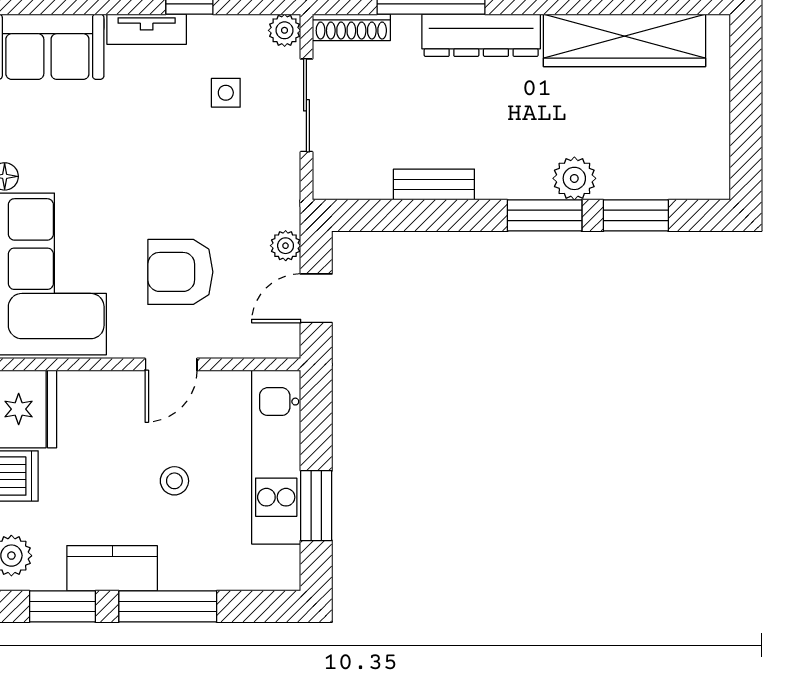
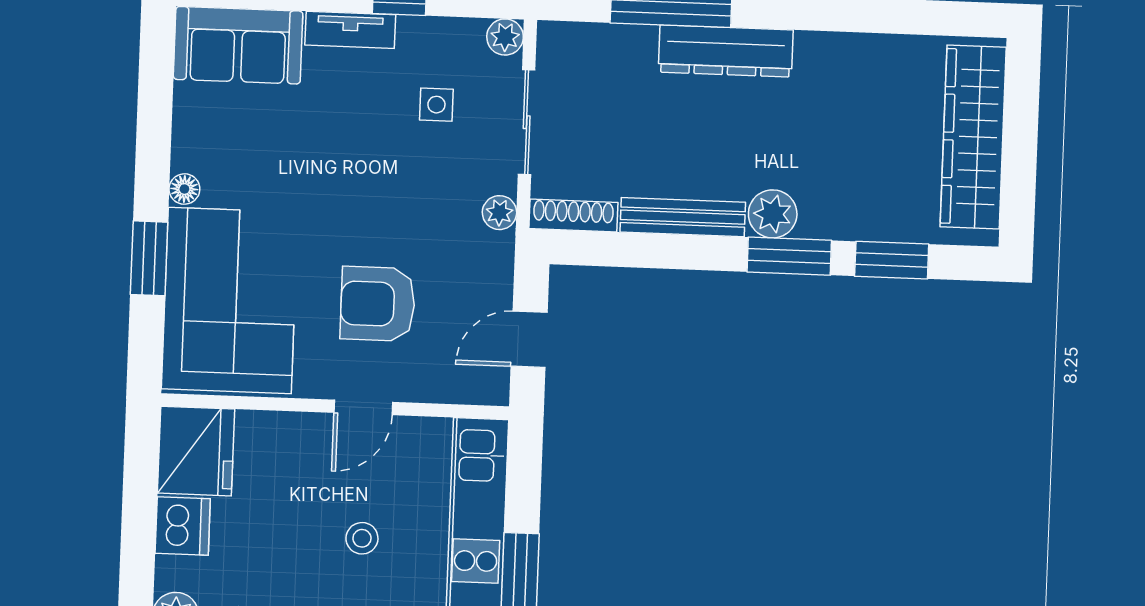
shoe rack: (351, 27) -> (573, 215), moved, turned 180
wardrobe: (625, 40) -> (973, 137), moved, turned 90
plant: (574, 178) -> (773, 214), moved
bench: (434, 184) -> (683, 217), width x1.36
plant: (286, 246) -> (499, 213), moved

